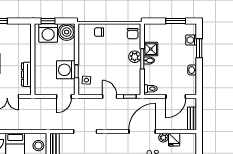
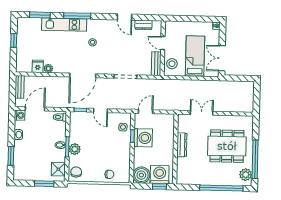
window: (176, 21) -> (44, 184), moved
washing machine: (191, 40) -> (20, 115), moved
shower: (151, 49) -> (58, 169), moved
dresser: (26, 74) -> (182, 145), moved
door: (142, 131) -> (83, 75), moved

